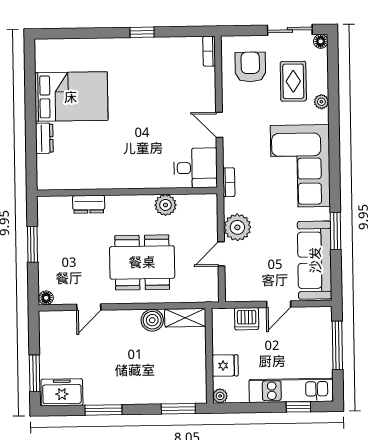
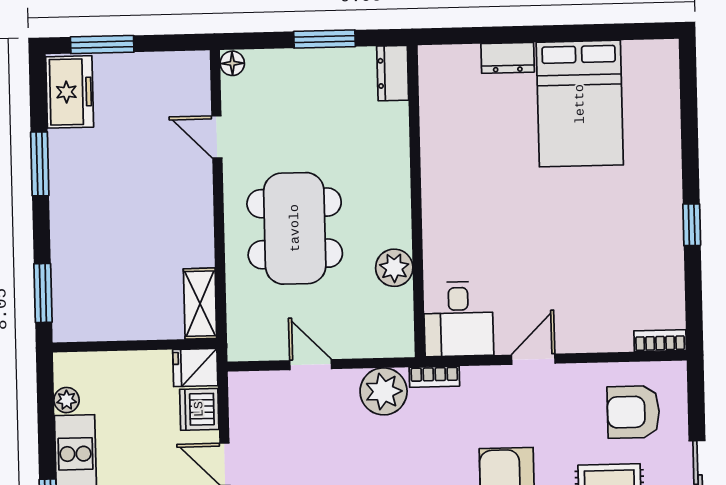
armchair: (250, 67) -> (633, 412), turned 180
dresser: (89, 204) -> (393, 73), moved
plant: (237, 227) -> (384, 391), moved
boiler: (152, 320) -> (195, 247), removed
fridge: (225, 365) -> (195, 368), moved, turned 90
plant: (220, 396) -> (67, 400), moved

